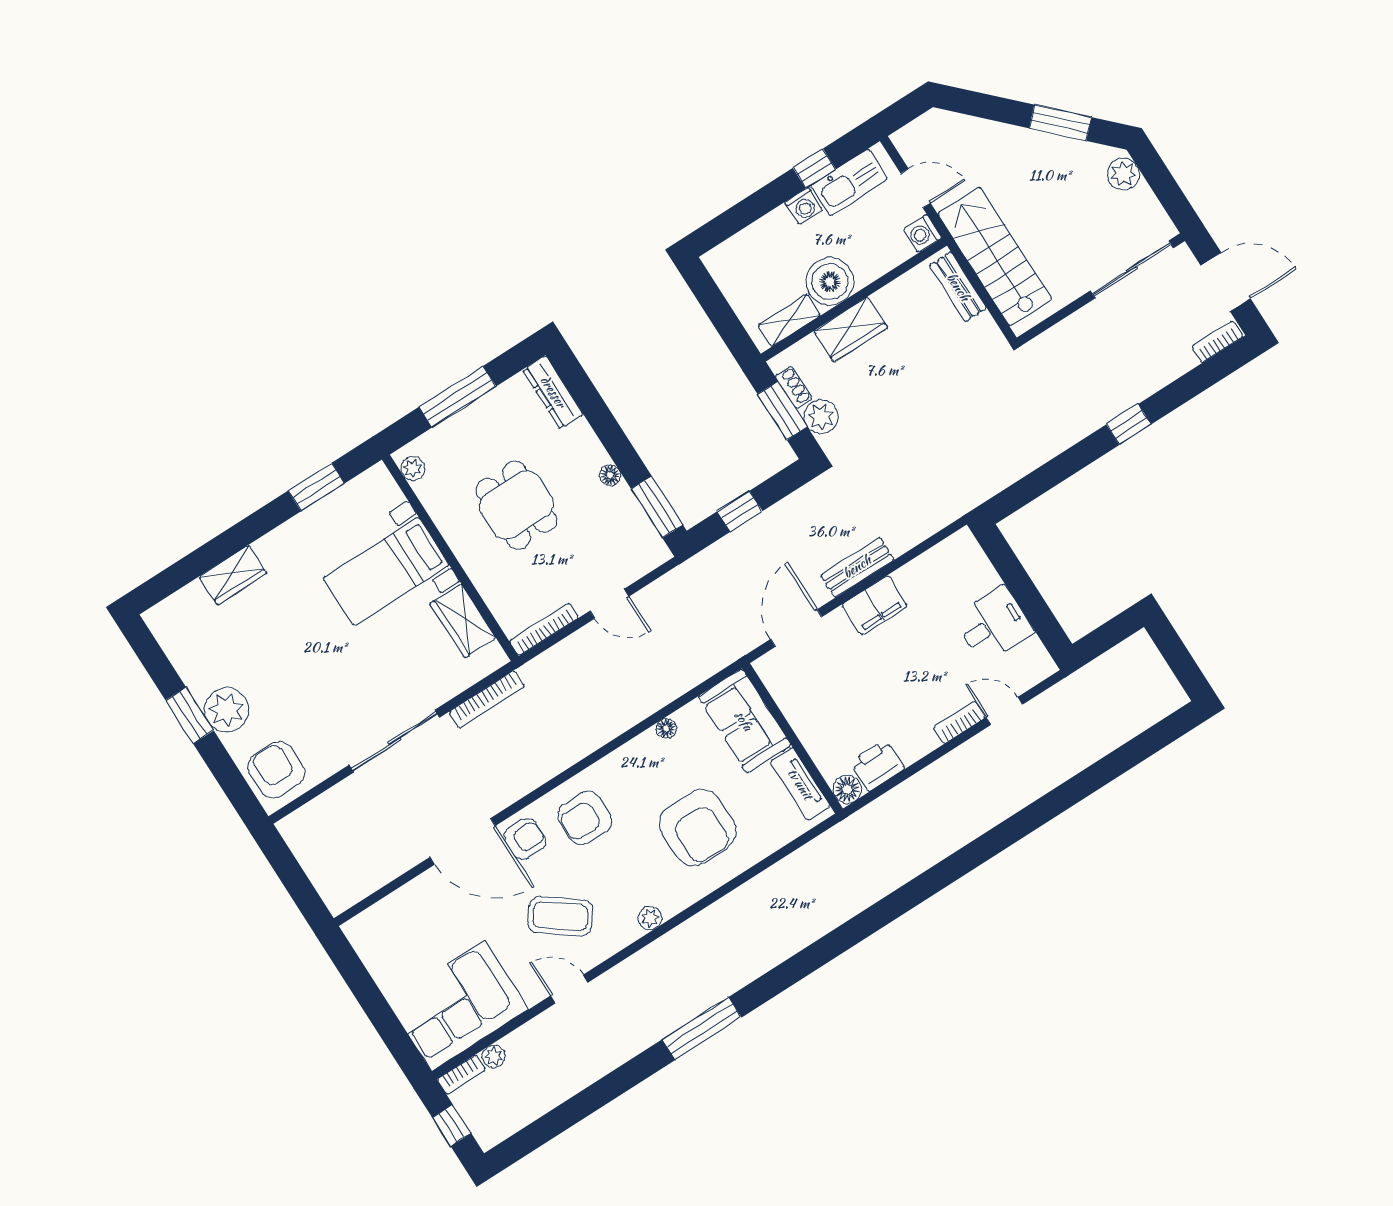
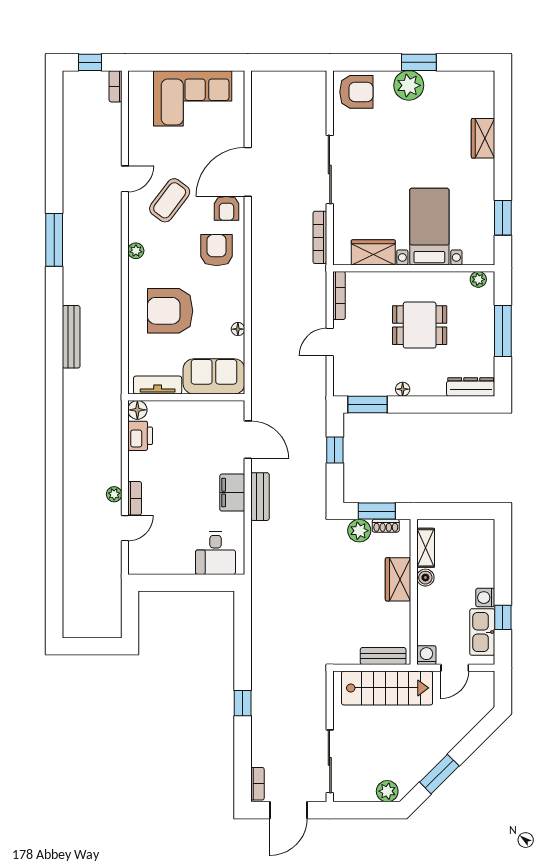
boiler: (830, 282) -> (425, 578), width x0.54, depth x0.54
desk: (994, 625) -> (216, 553), moved
bench: (809, 930) -> (71, 337), added
corner sofa: (458, 1006) -> (193, 98), moved, turned 90
plant: (494, 1056) -> (114, 494), moved

